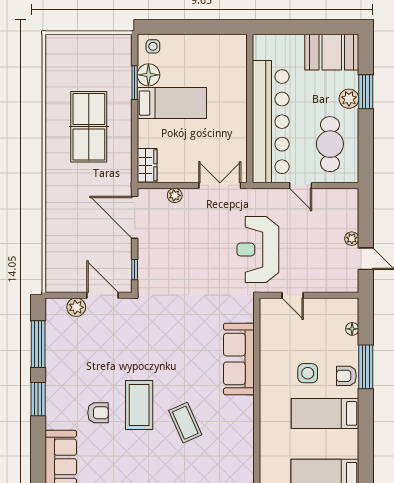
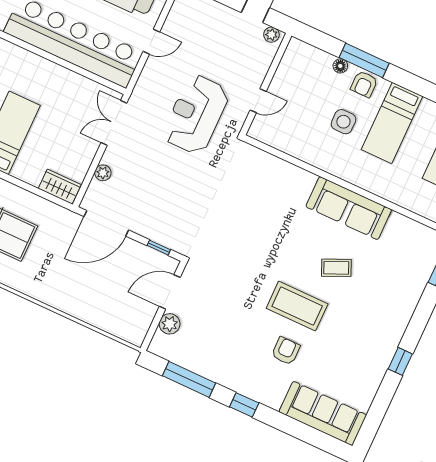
plant: (352, 239) -> (271, 35), moved
reception desk: (258, 250) -> (196, 114), turned 90
floor lamp: (352, 329) -> (340, 66), moved
sofa: (239, 359) -> (349, 208), moved
window: (38, 399) -> (244, 405), width x0.67
coffee table: (185, 423) -> (336, 268), width x0.73, depth x0.77

